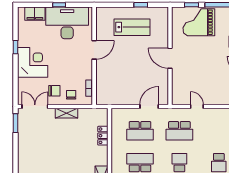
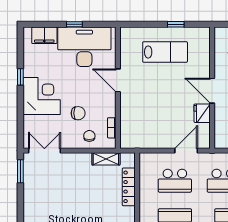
door: (94, 50) -> (118, 80), swing flipped
fridge: (162, 76) -> (202, 113), added
chair: (54, 91) -> (78, 113), moved
shelving: (66, 113) -> (106, 159), moved
locker: (103, 136) -> (129, 187), width x1.53

